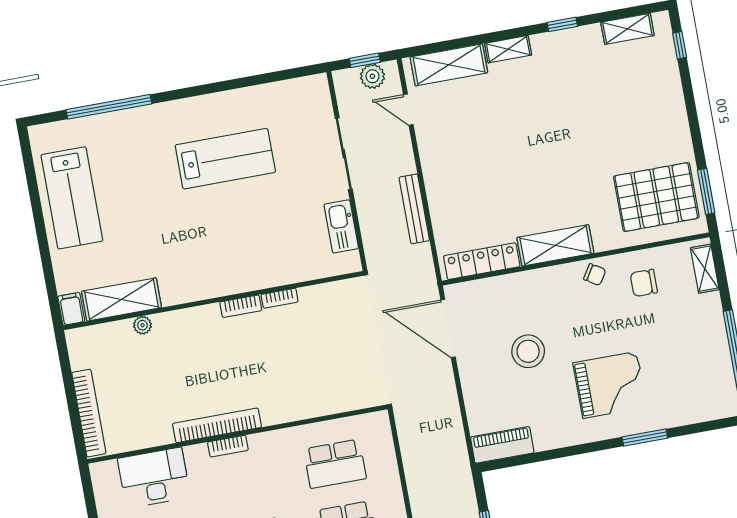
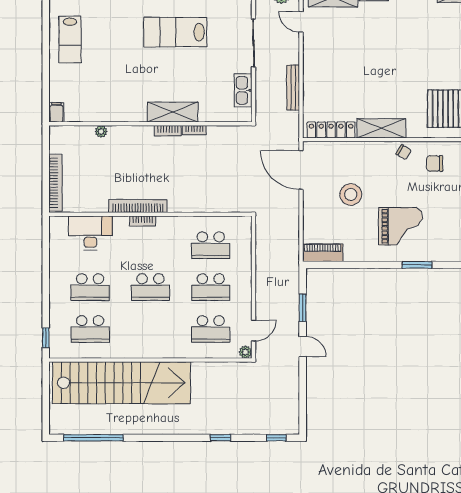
lab bench: (225, 159) -> (175, 32), turned 180
lab bench: (72, 198) -> (70, 40), width x0.73, depth x0.72
shelving: (122, 299) -> (173, 112), moved

